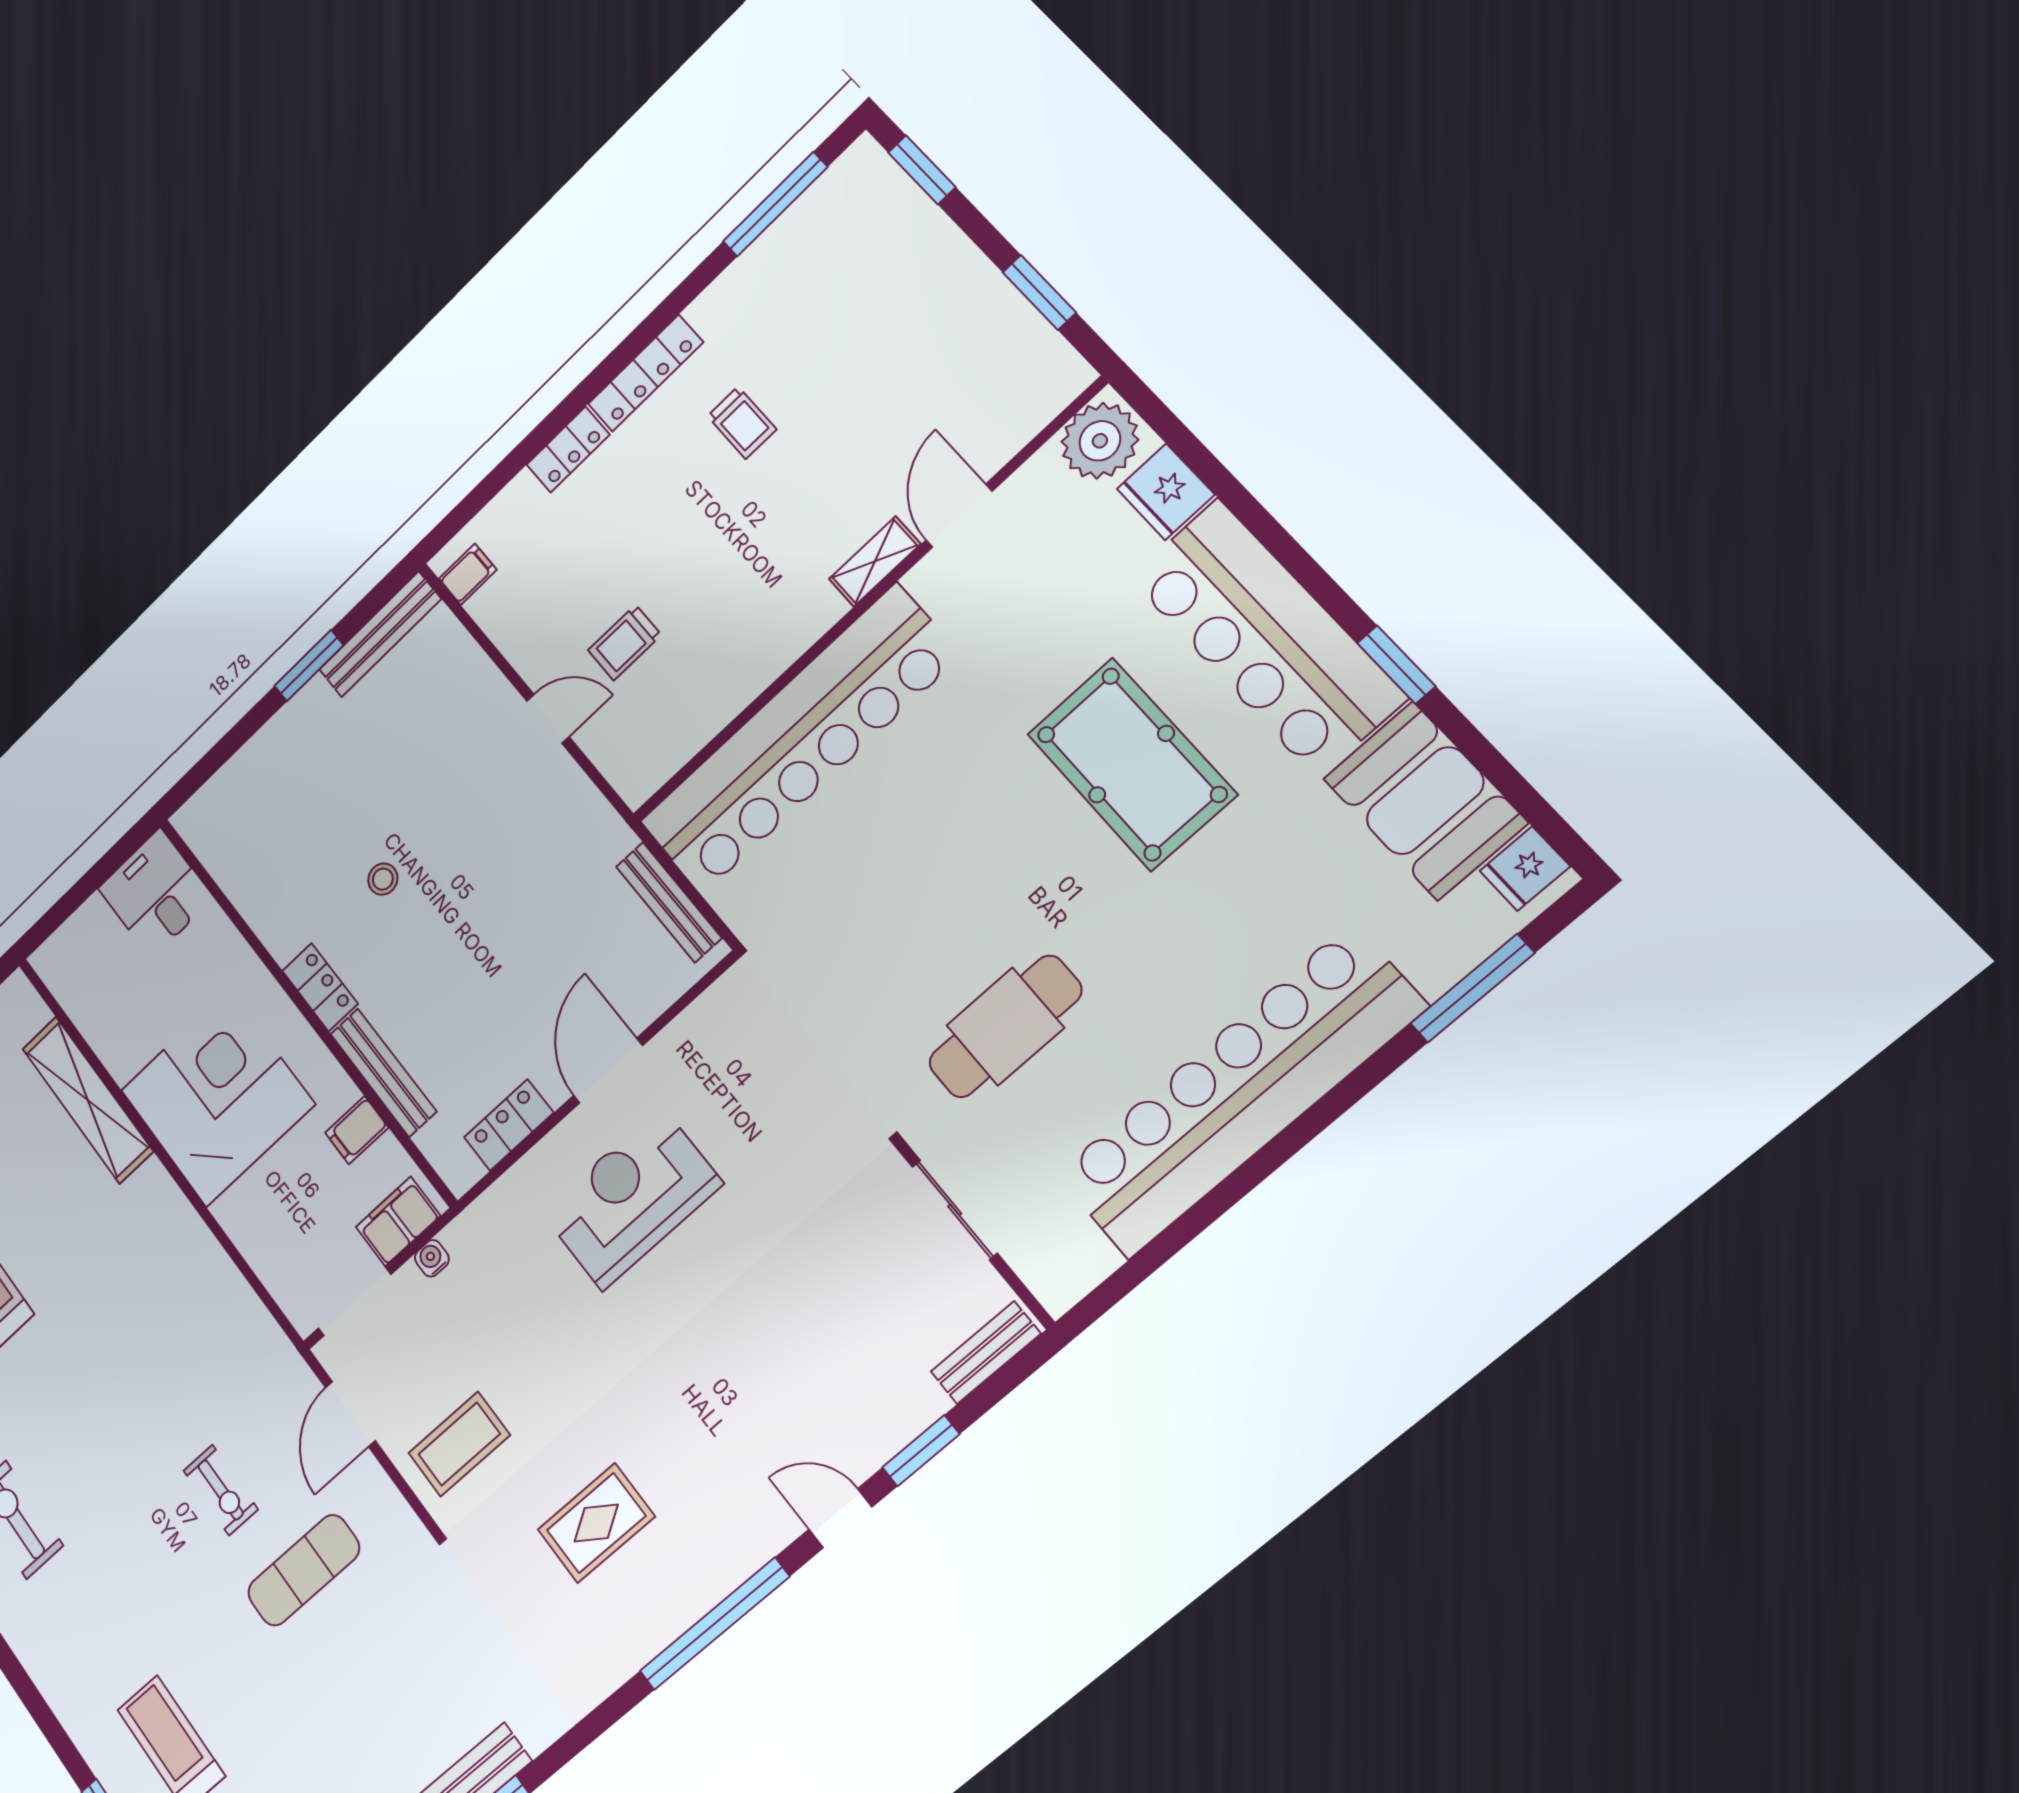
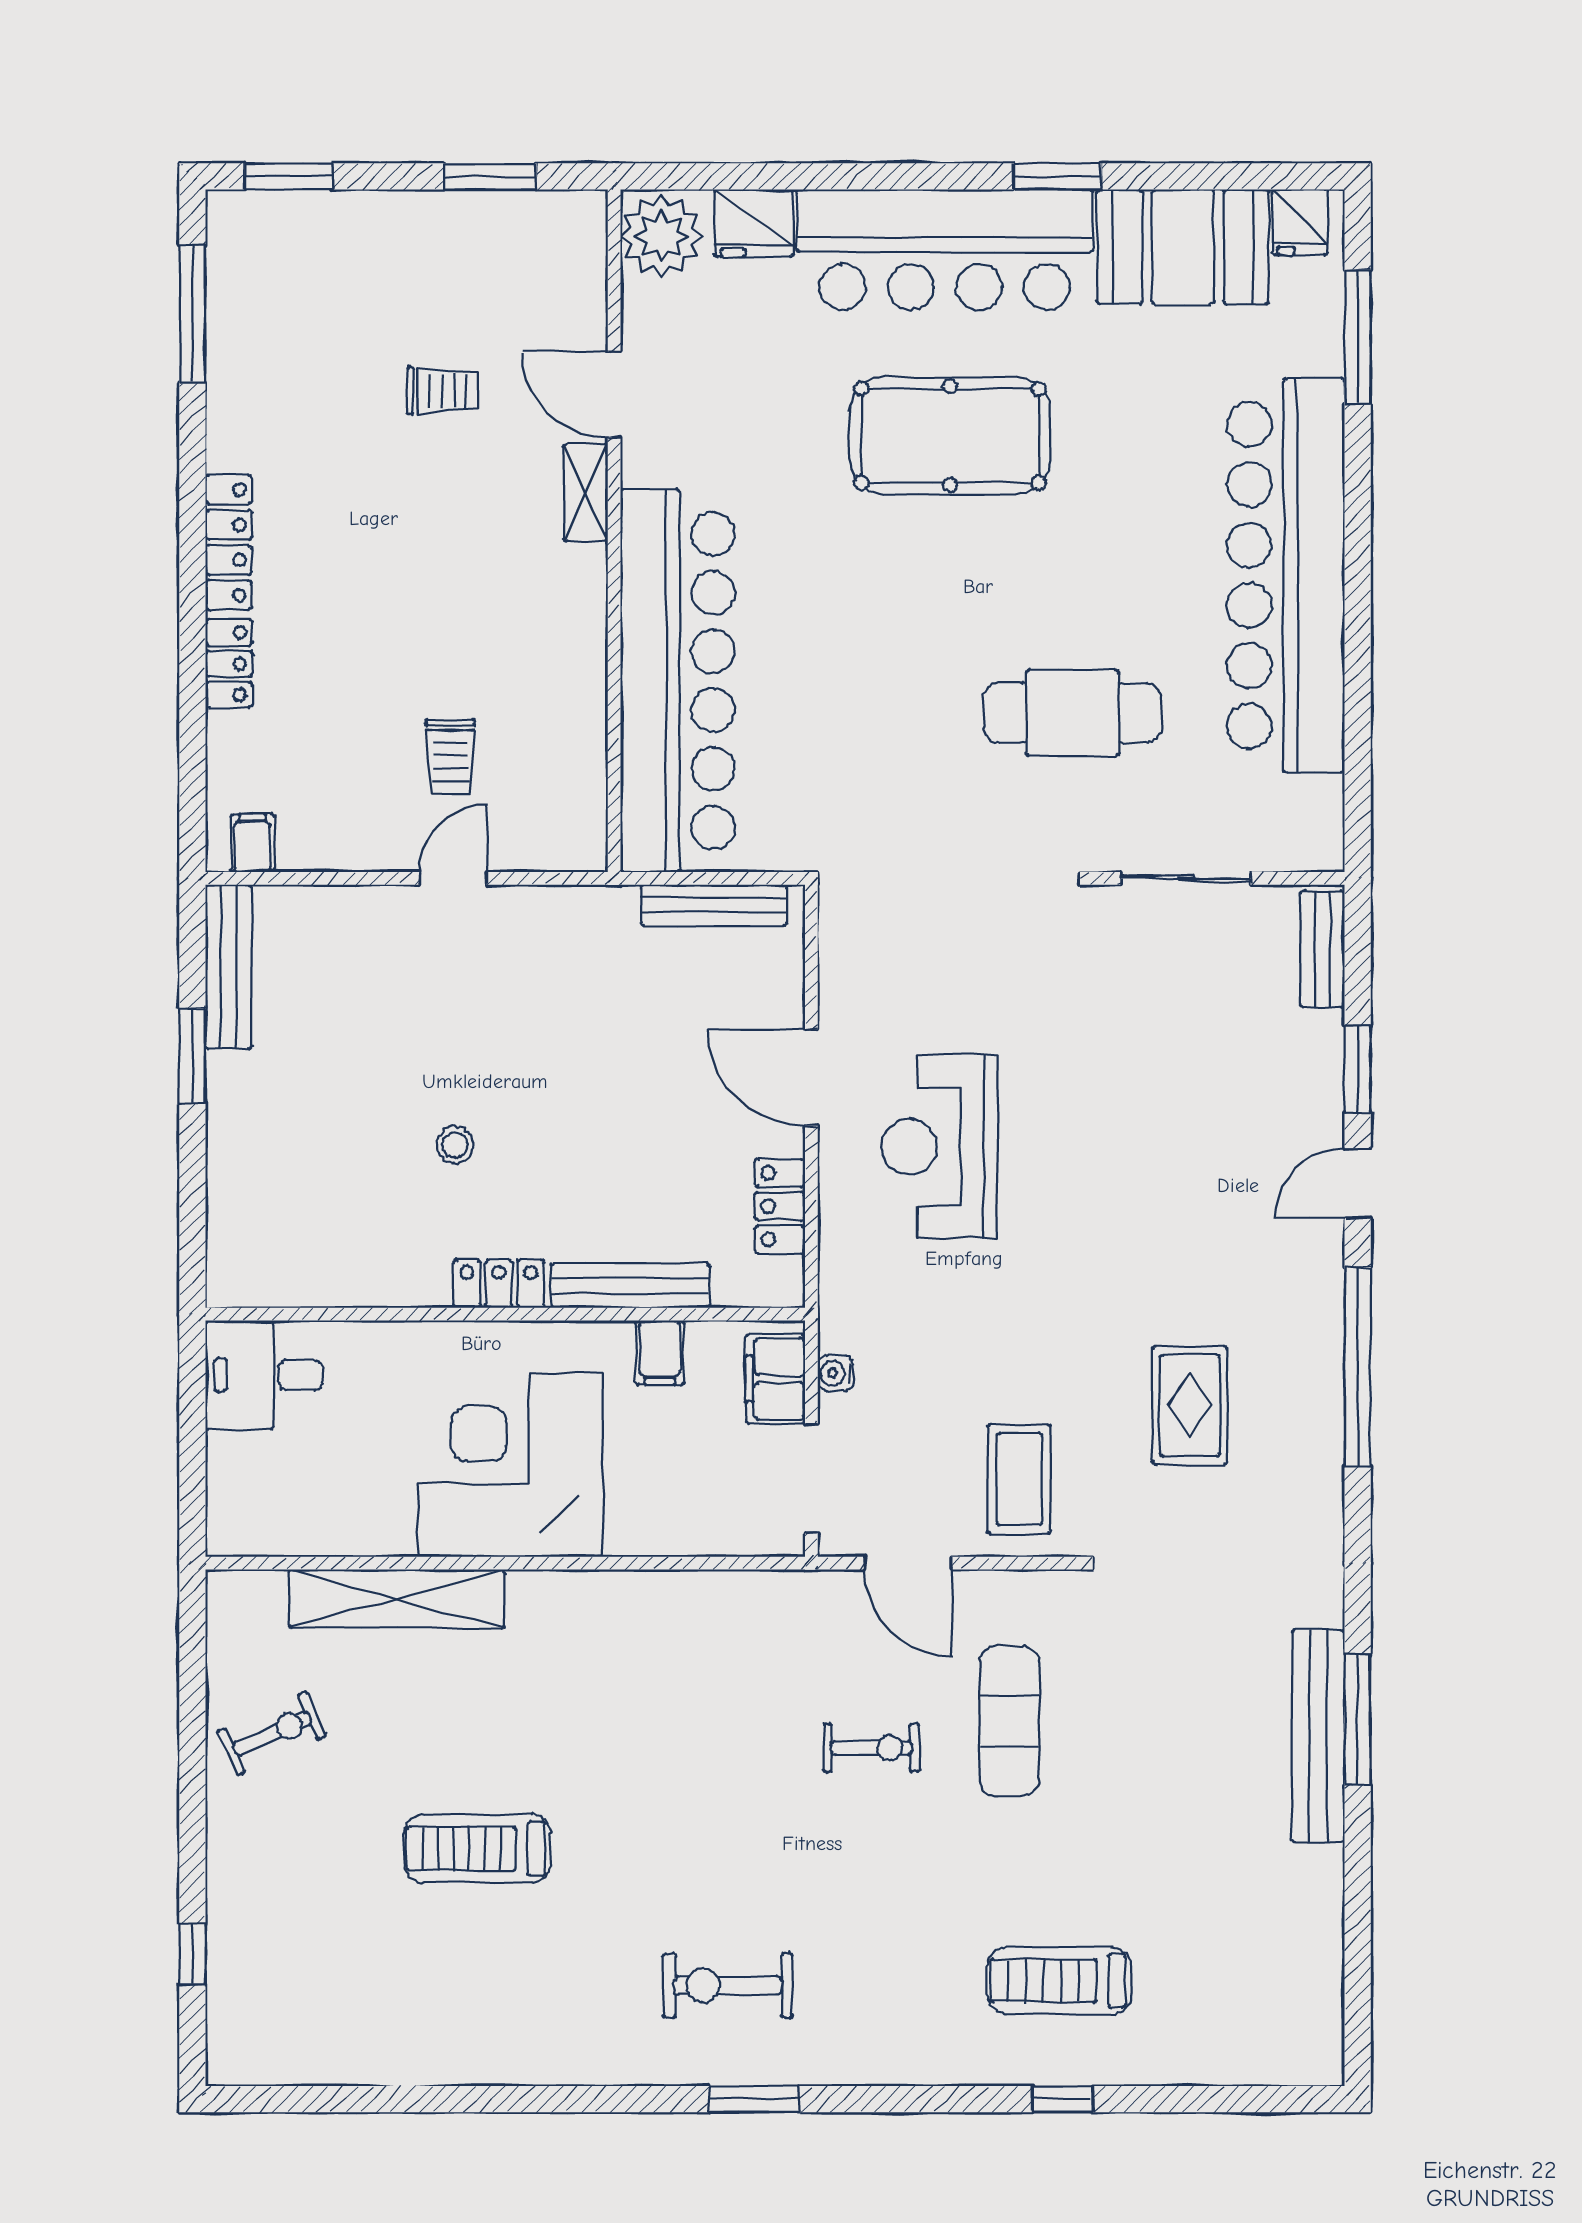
trolley: (742, 423) -> (443, 391), moved
cafe table: (1005, 1027) -> (1072, 713), turned 90

